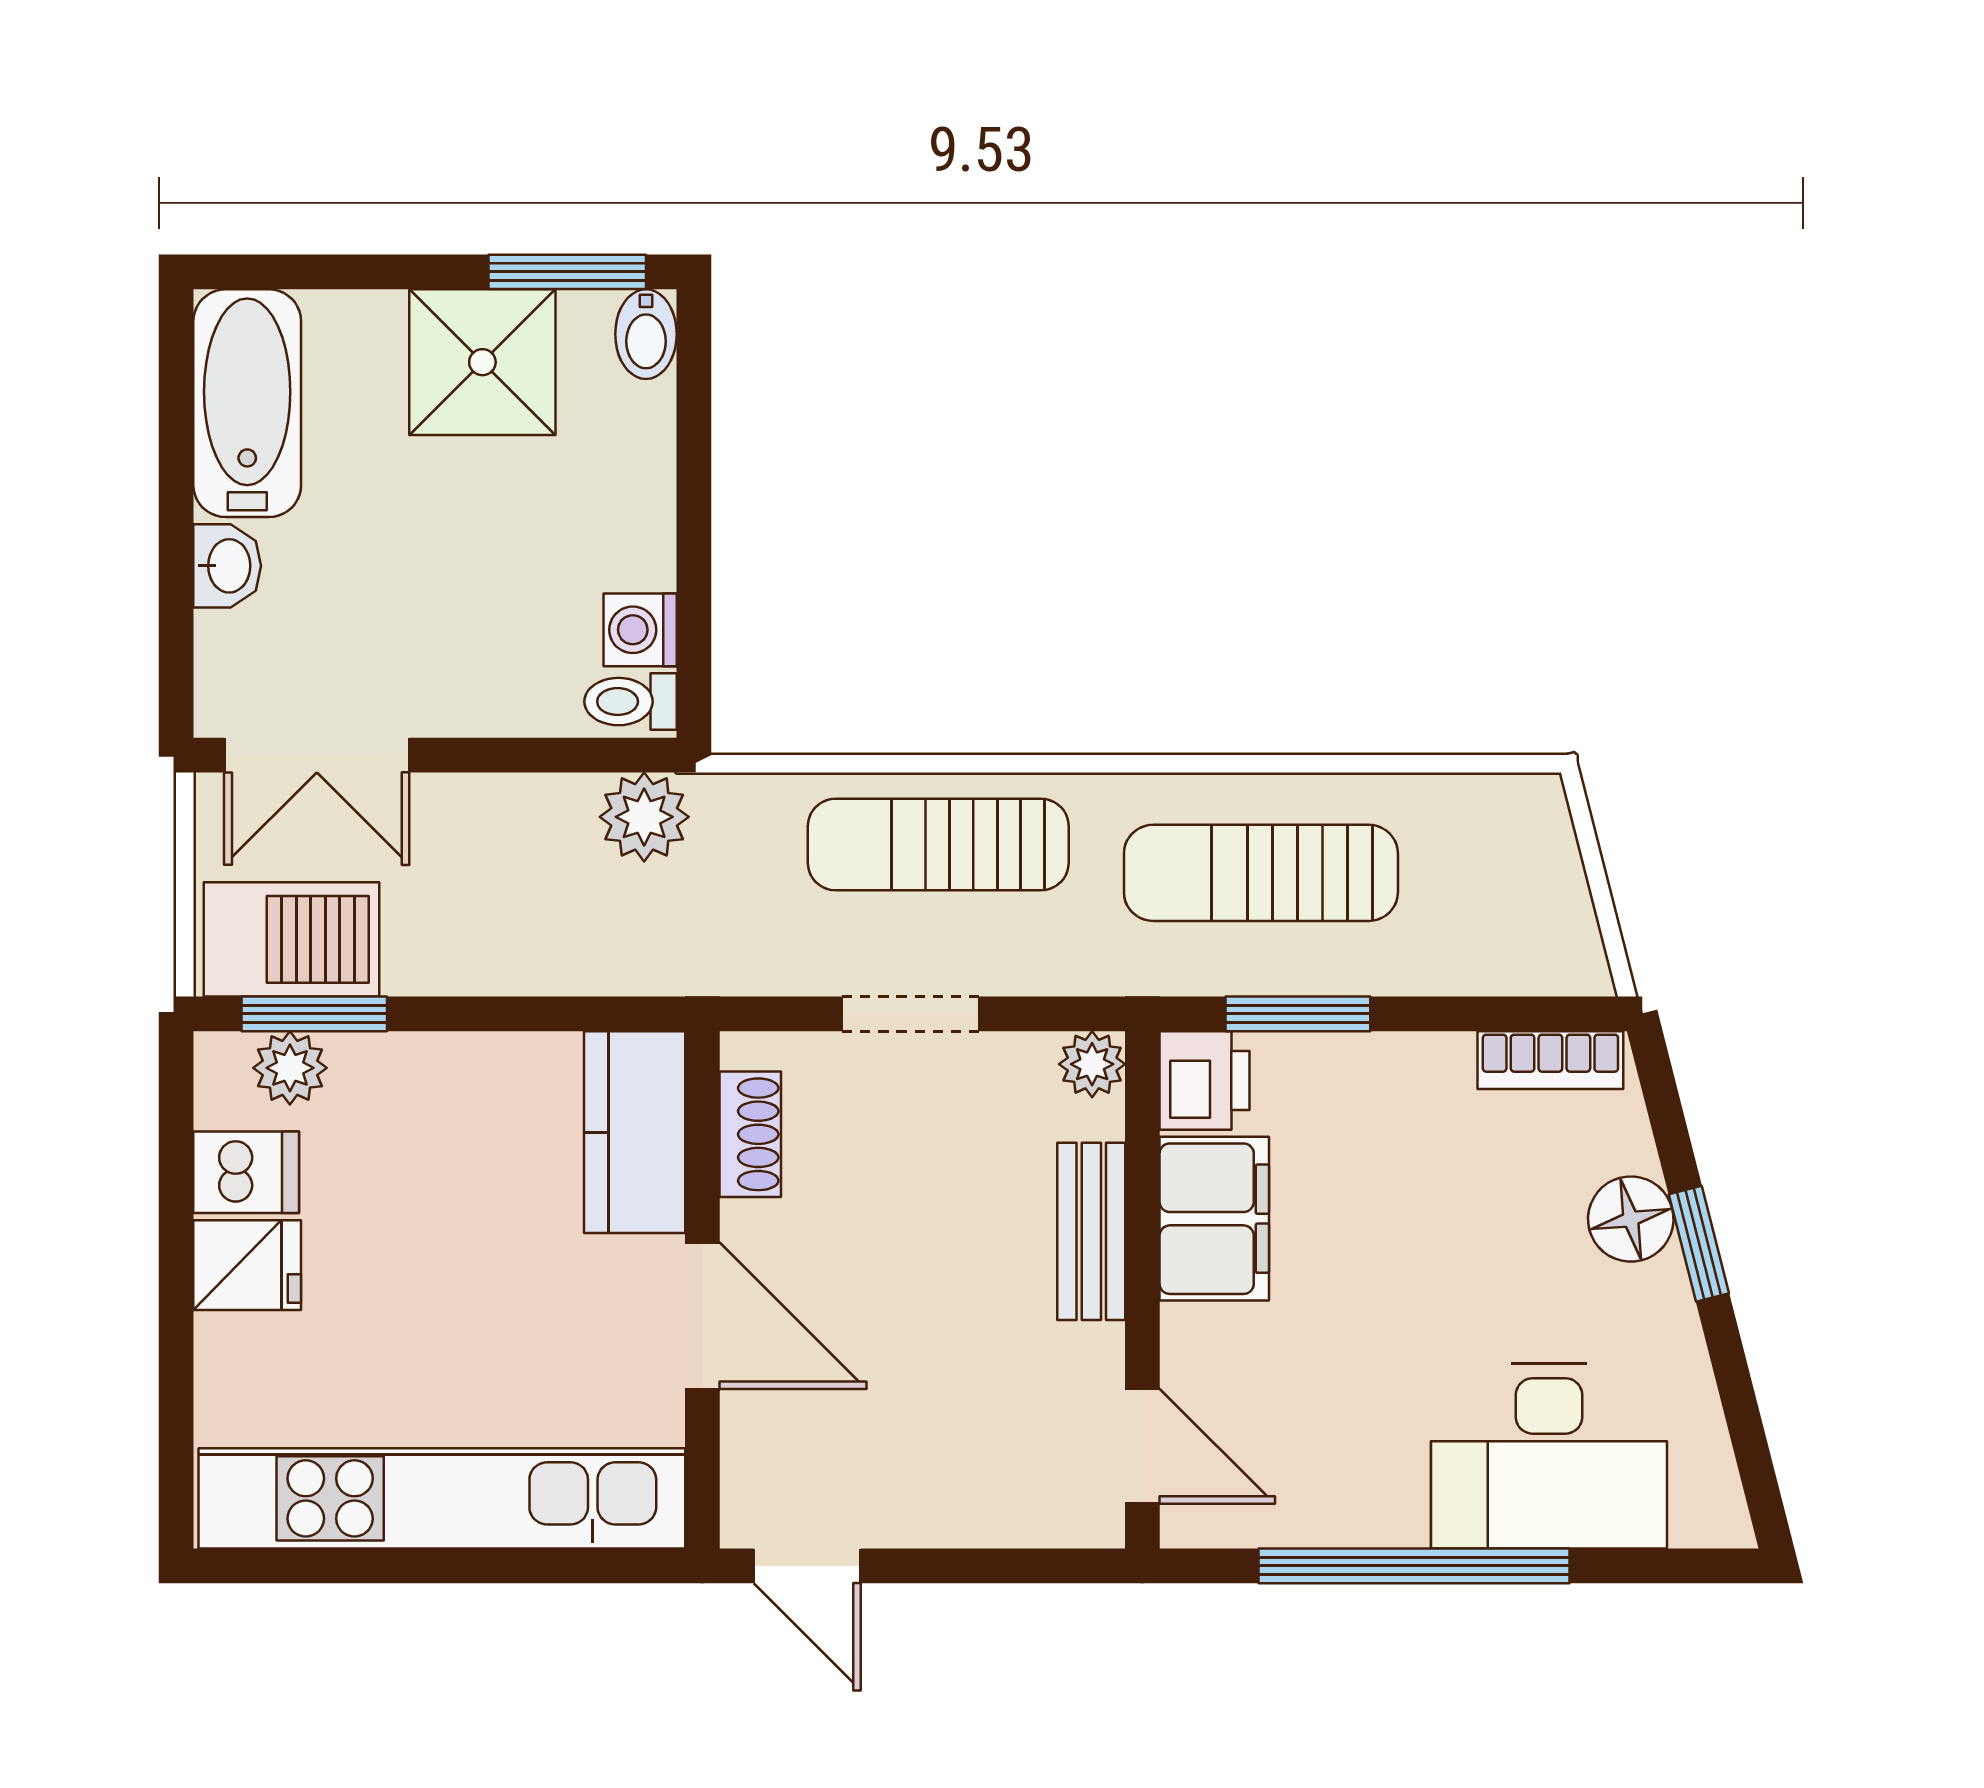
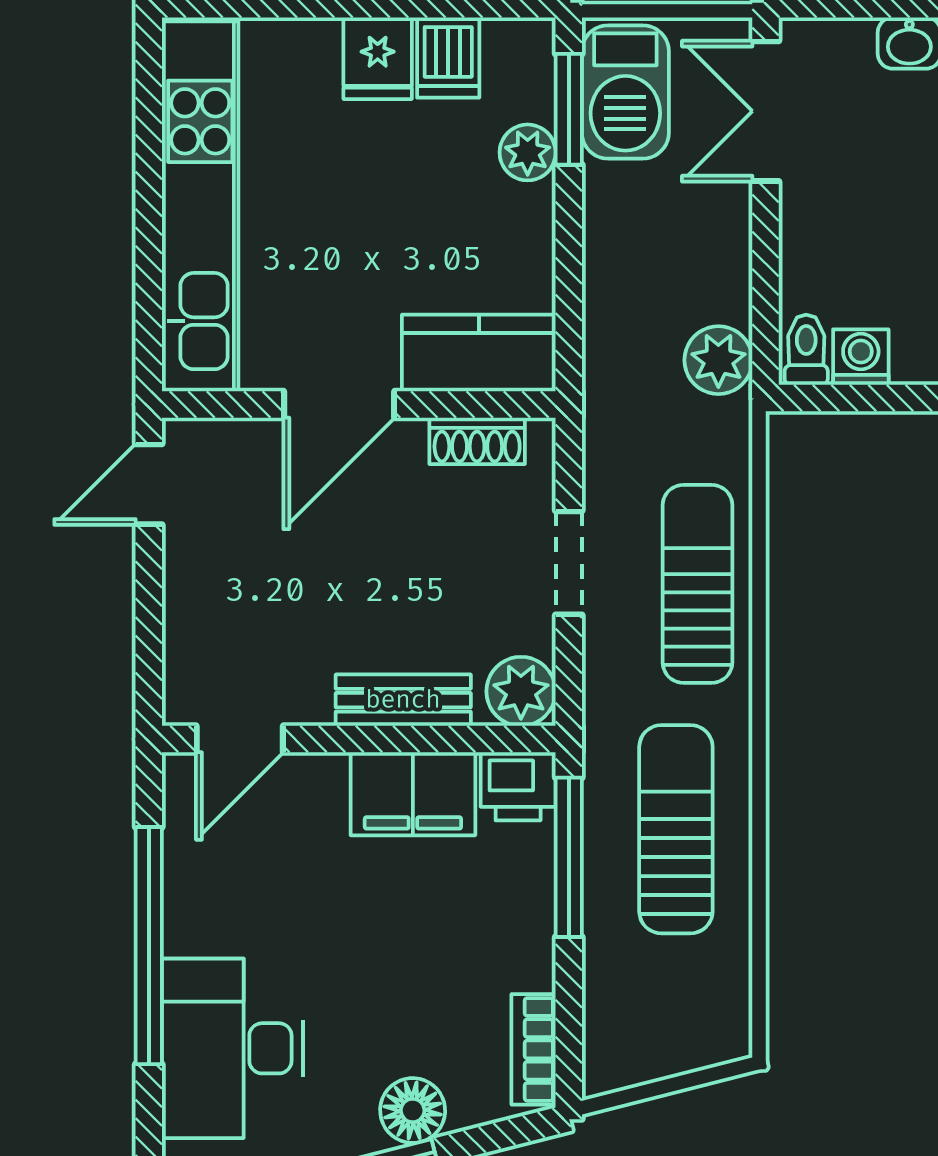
window: (1298, 1014) -> (569, 857), width x1.44
plant: (1092, 1064) -> (521, 691), width x1.38, depth x1.38
plant: (290, 1068) -> (528, 152), moved

